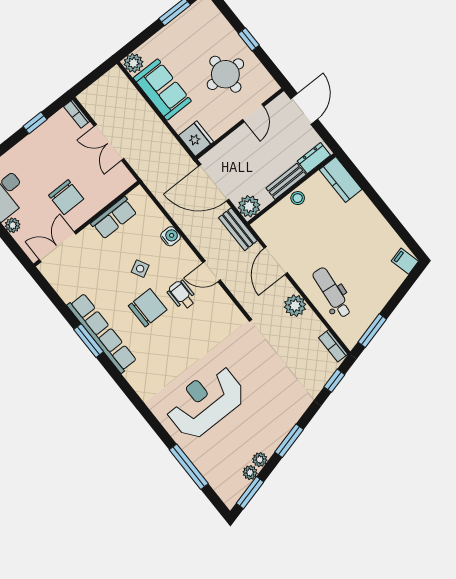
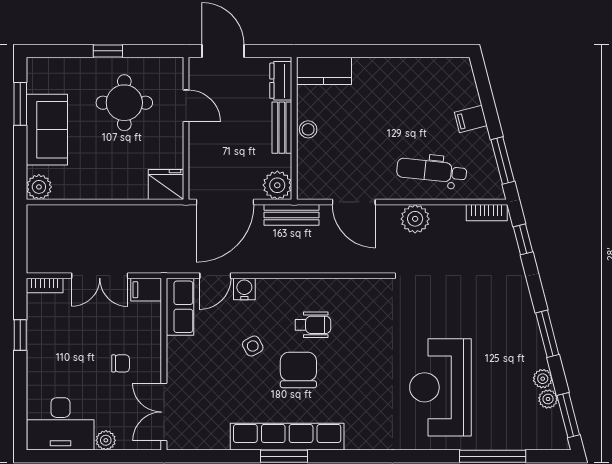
sofa: (162, 90) -> (47, 130), moved, turned 90
filing cabinet: (123, 177) -> (146, 290), added
chair: (66, 197) -> (121, 363), width x0.54, depth x0.54
row of seats: (114, 218) -> (180, 307), moved
filing cabinet: (405, 261) -> (471, 119), moved
door: (212, 271) -> (215, 276), moved
wheelchair: (182, 295) -> (313, 325), turned 180

